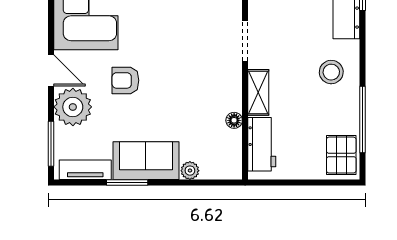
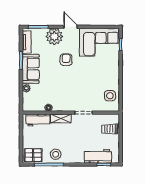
door: (51, 70) -> (71, 27), swing flipped
stool: (331, 72) -> (56, 154), moved

